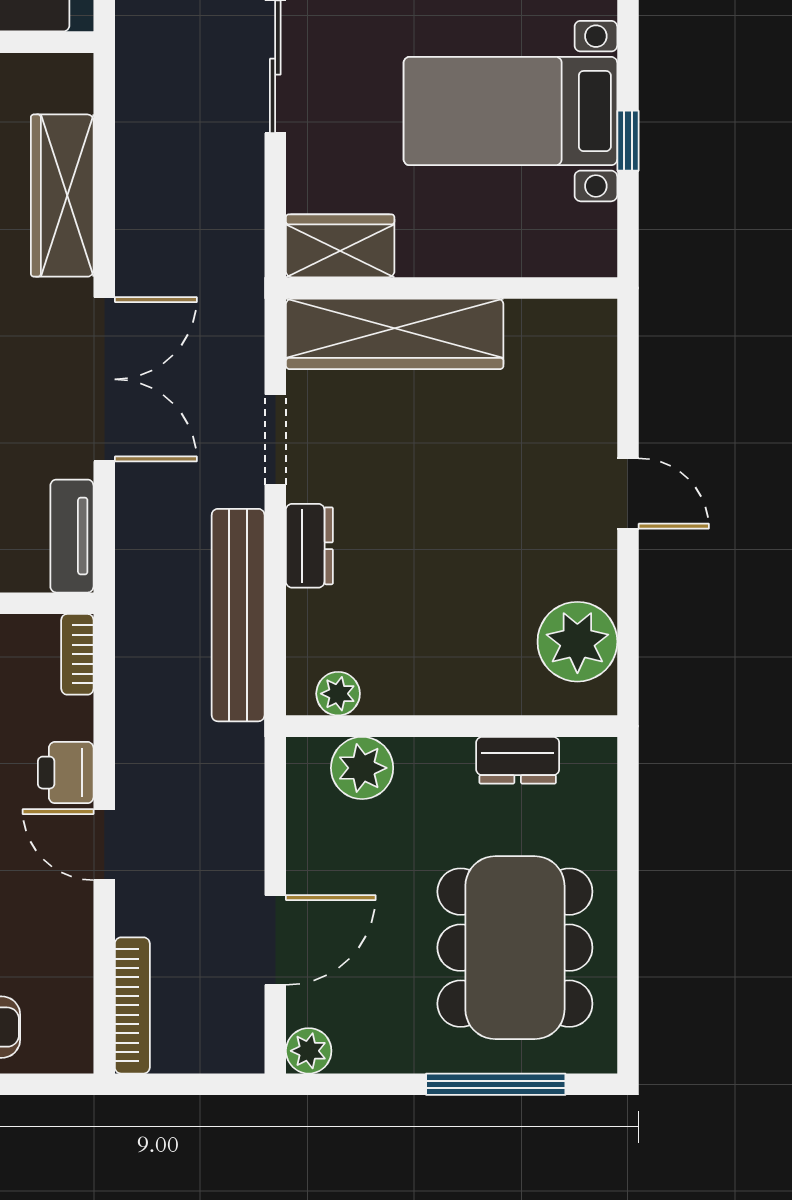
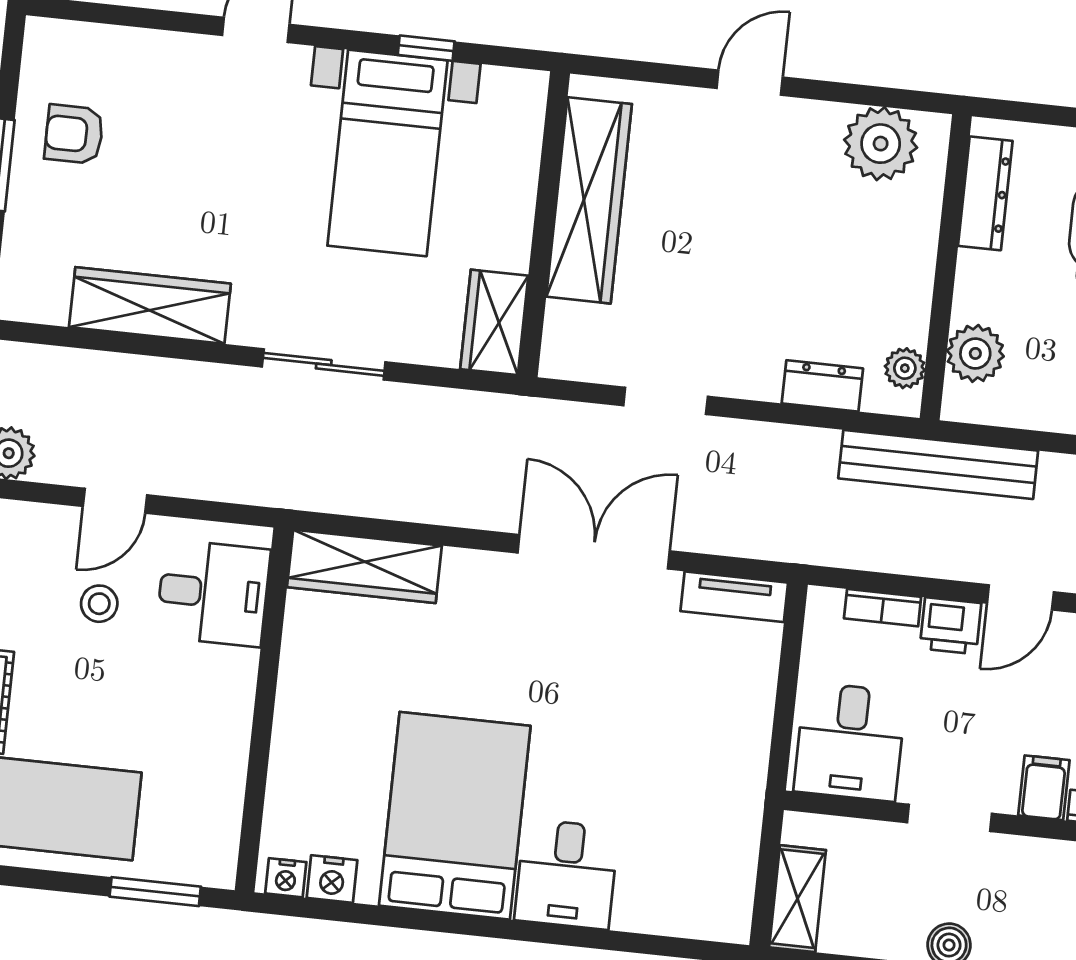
wardrobe: (62, 196) -> (364, 566), moved
wardrobe: (395, 334) -> (589, 200), moved
dresser: (309, 546) -> (822, 386), moved
bench: (238, 615) -> (938, 464), moved
bookcase: (77, 654) -> (883, 608), moved
dresser: (518, 760) -> (985, 193), width x1.44

